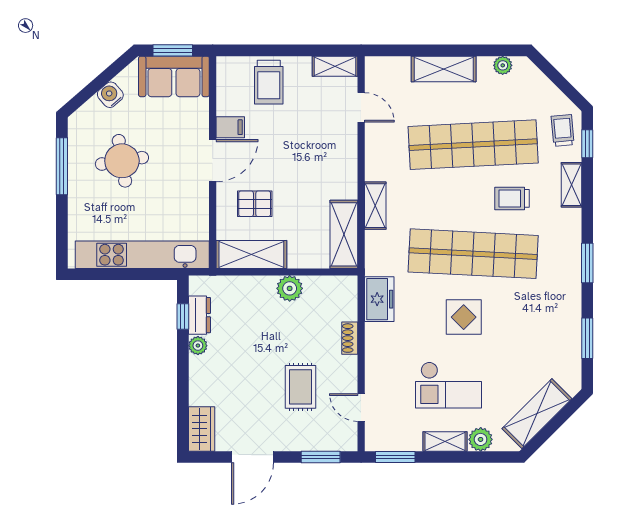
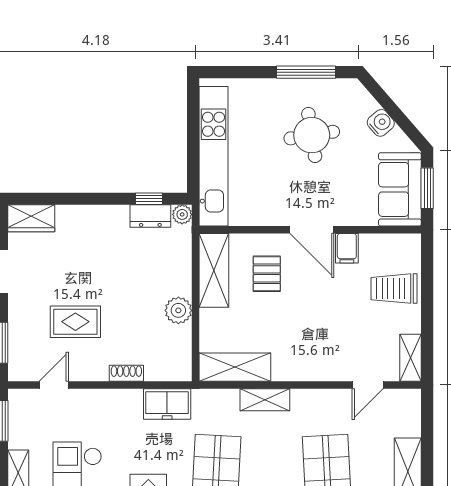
plant: (198, 346) -> (182, 214), moved

